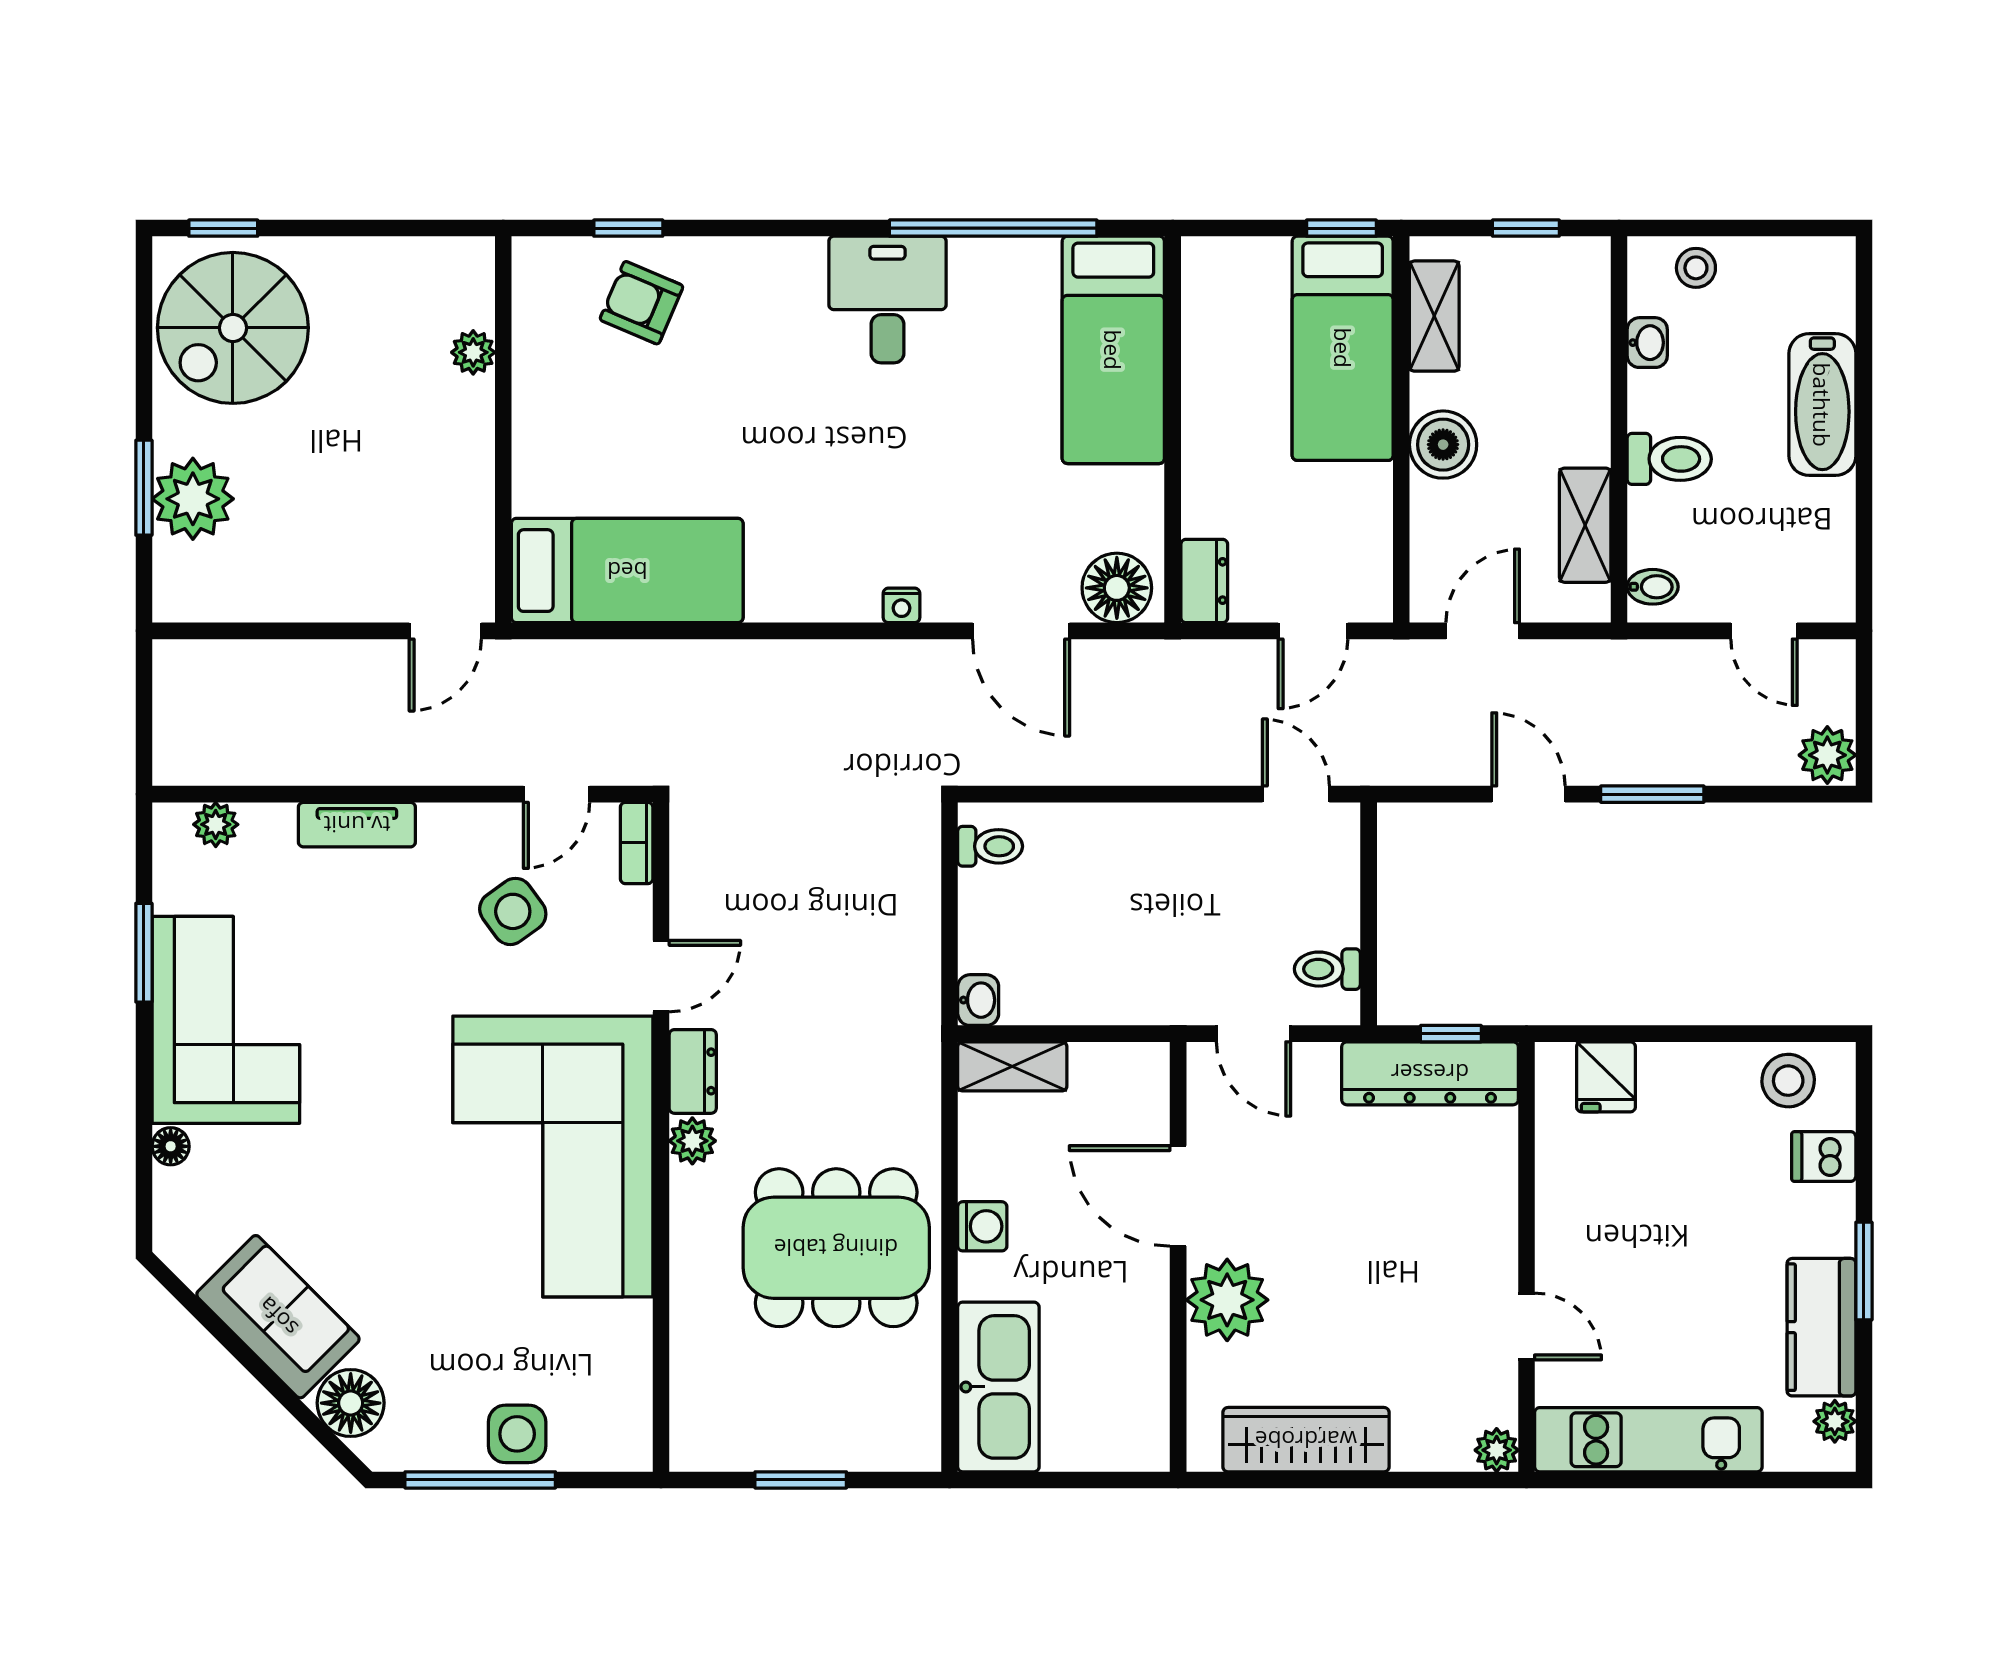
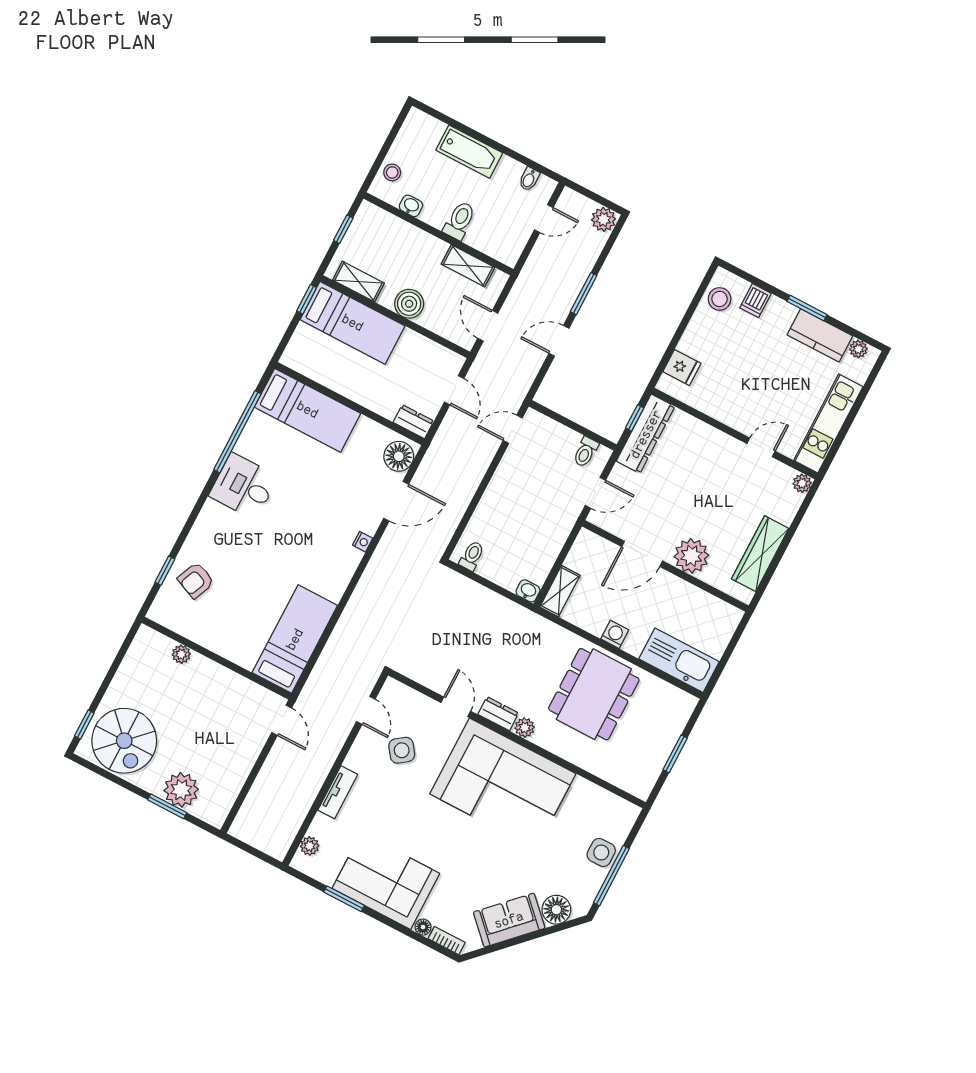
bidet: (1653, 587) -> (529, 179), moved, turned 180
bookcase: (637, 843) -> (447, 941), moved, turned 180

